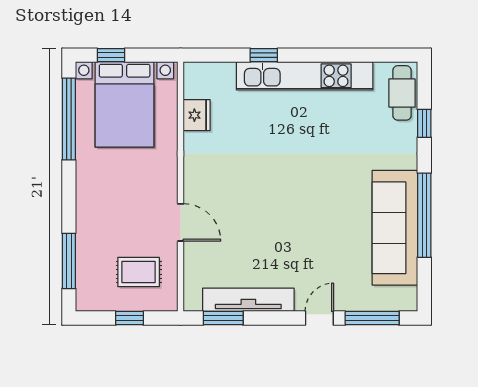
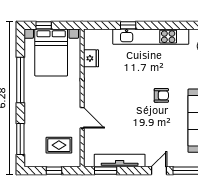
window: (69, 119) -> (20, 80), moved
armchair: (324, 182) -> (161, 95), added

